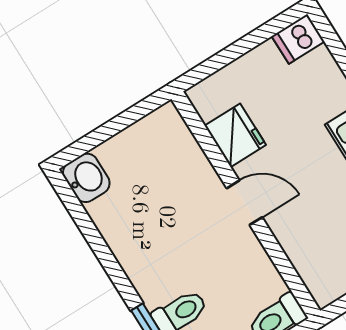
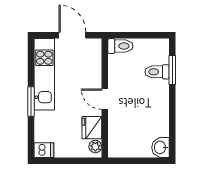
plant: (207, 104) -> (95, 147), added

